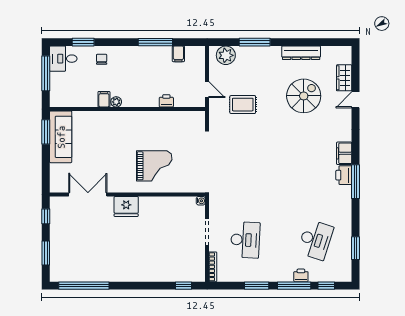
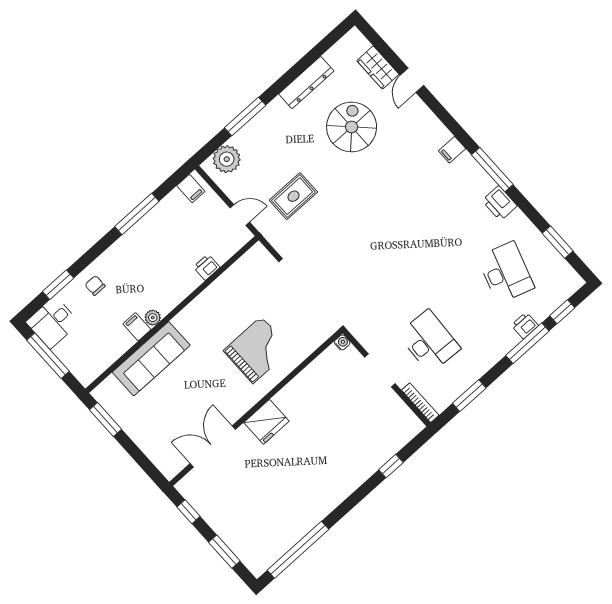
filing cabinet: (178, 54) -> (191, 189), moved
sofa: (61, 137) -> (151, 359), moved, turned 90
filing cabinet: (344, 153) -> (452, 150), width x0.50
printer: (344, 175) -> (500, 203), moved
window: (184, 286) -> (391, 466), moved
window: (257, 286) -> (469, 396), moved

